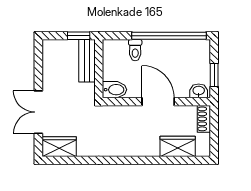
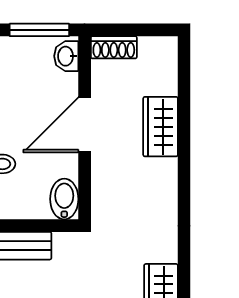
window: (214, 75) -> (39, 30), width x1.50
wardrobe: (178, 146) -> (160, 127), moved

